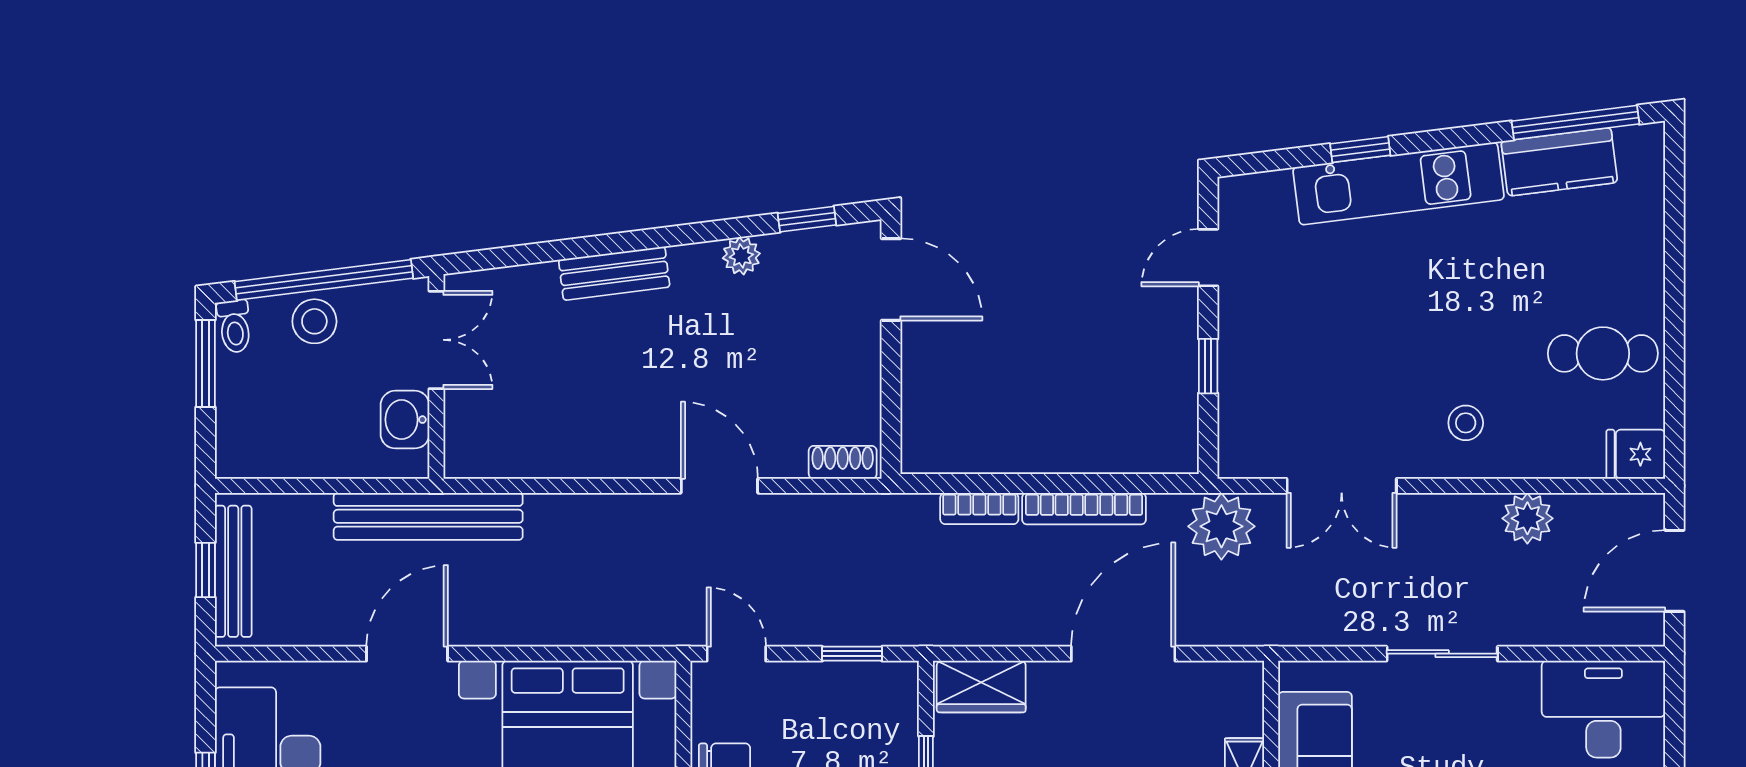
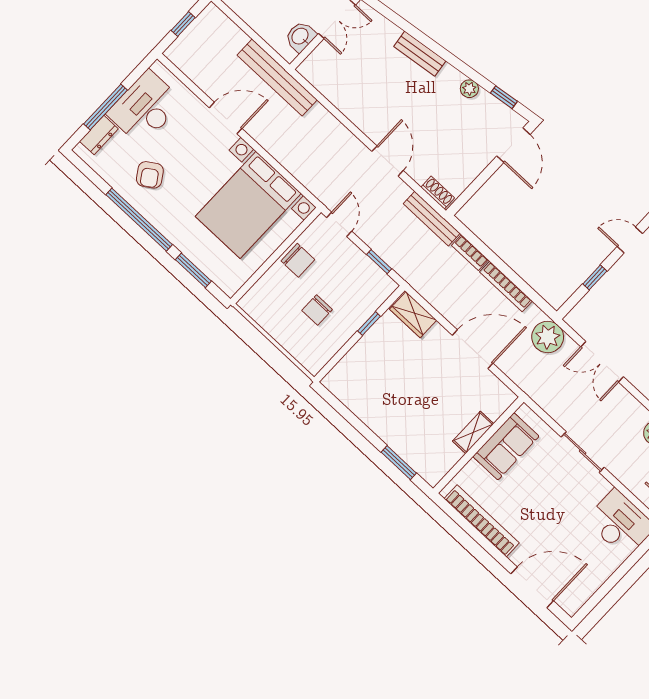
bench: (233, 571) -> (432, 219), moved, turned 90

